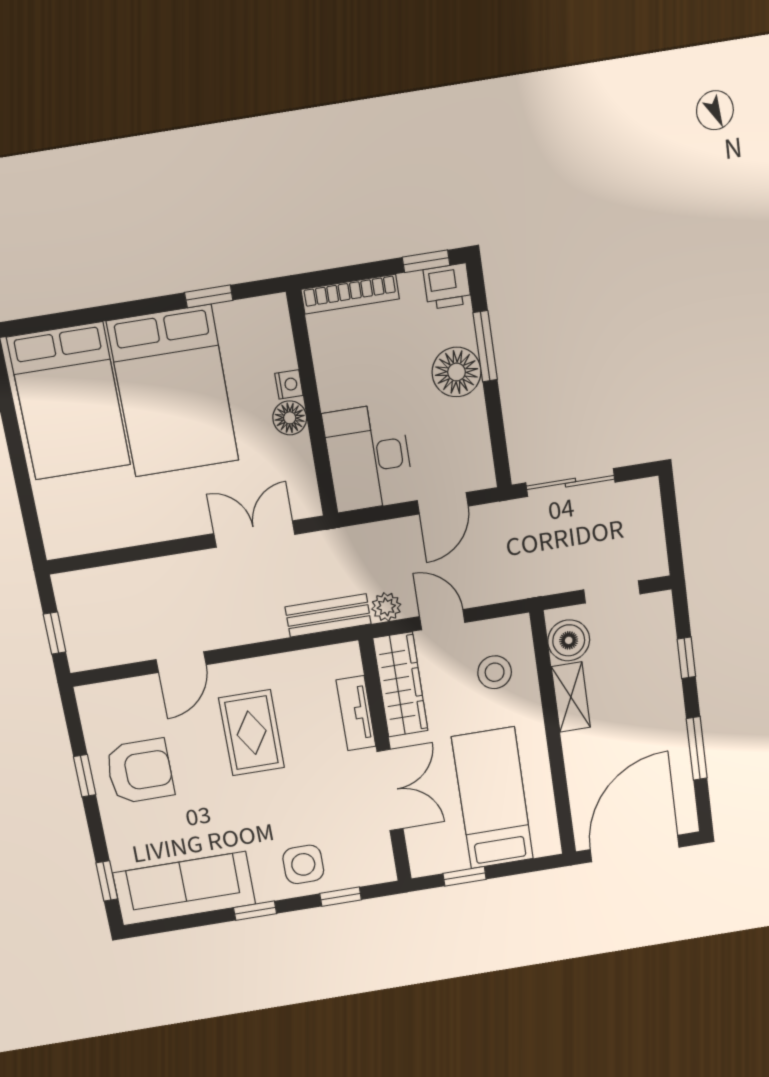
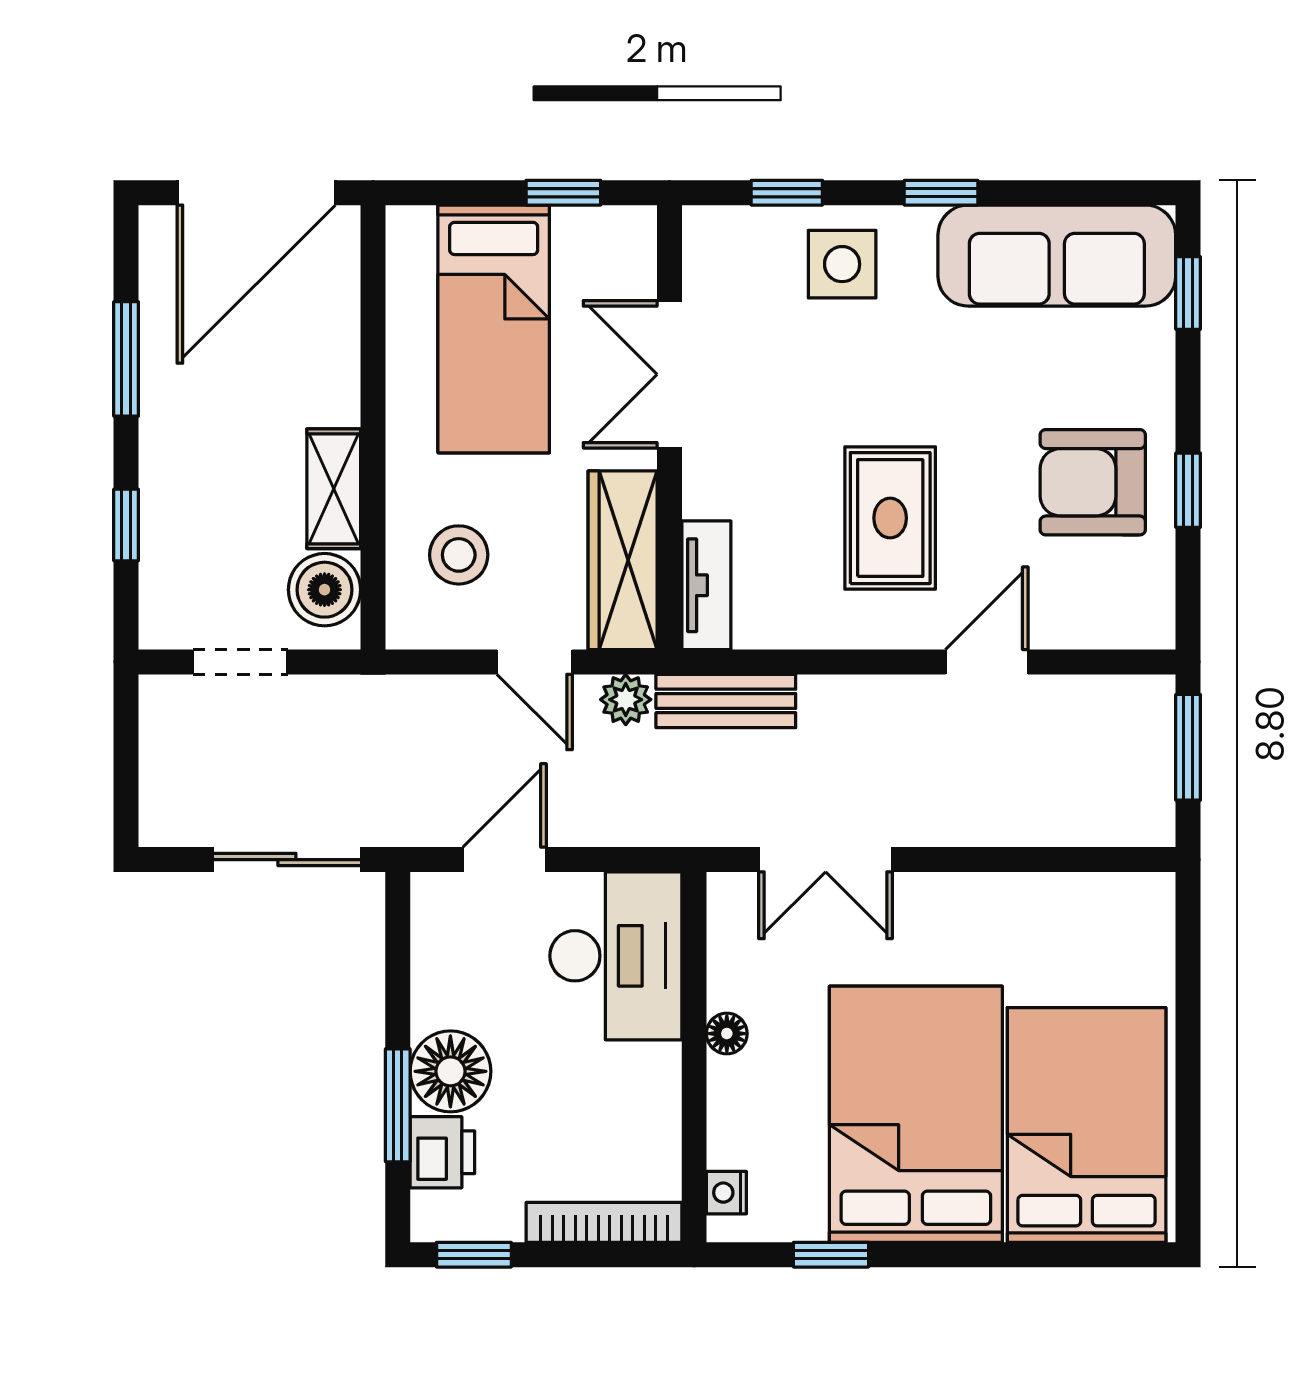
printer: (447, 286) -> (442, 1152), moved, turned 90
nightstand: (289, 384) -> (726, 1193), moved
floor lamp: (290, 418) -> (727, 1034), width x0.73, depth x0.73
window: (55, 633) -> (1188, 747), width x1.50
tv unit: (356, 713) -> (706, 585), moved

